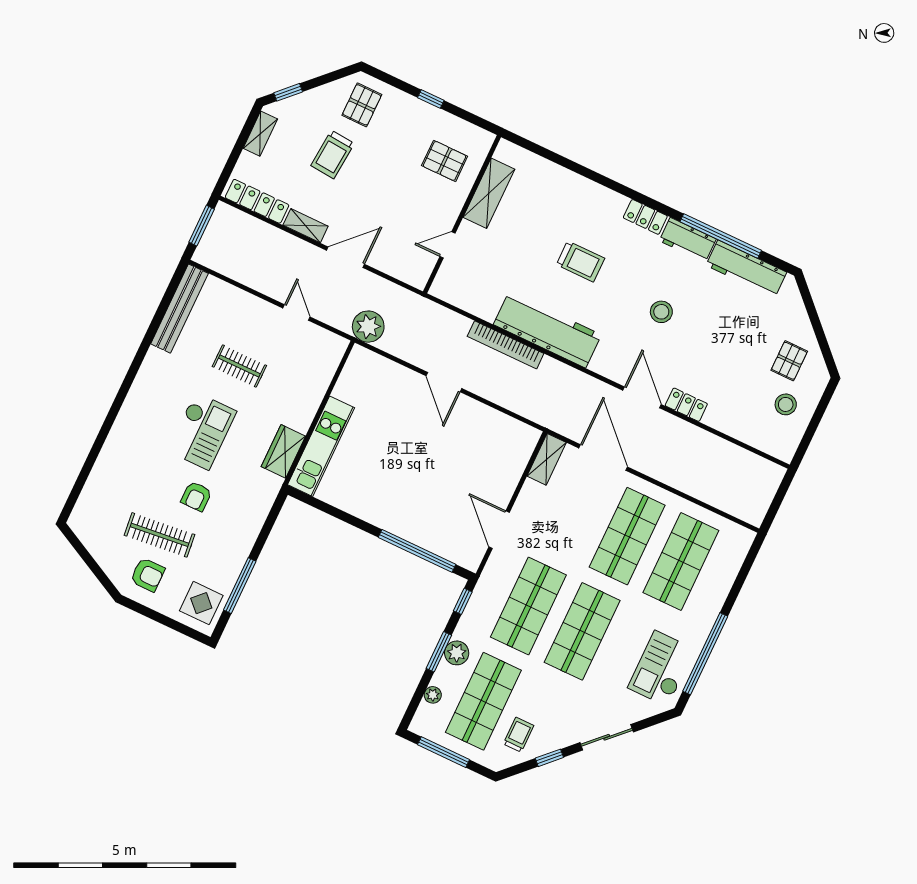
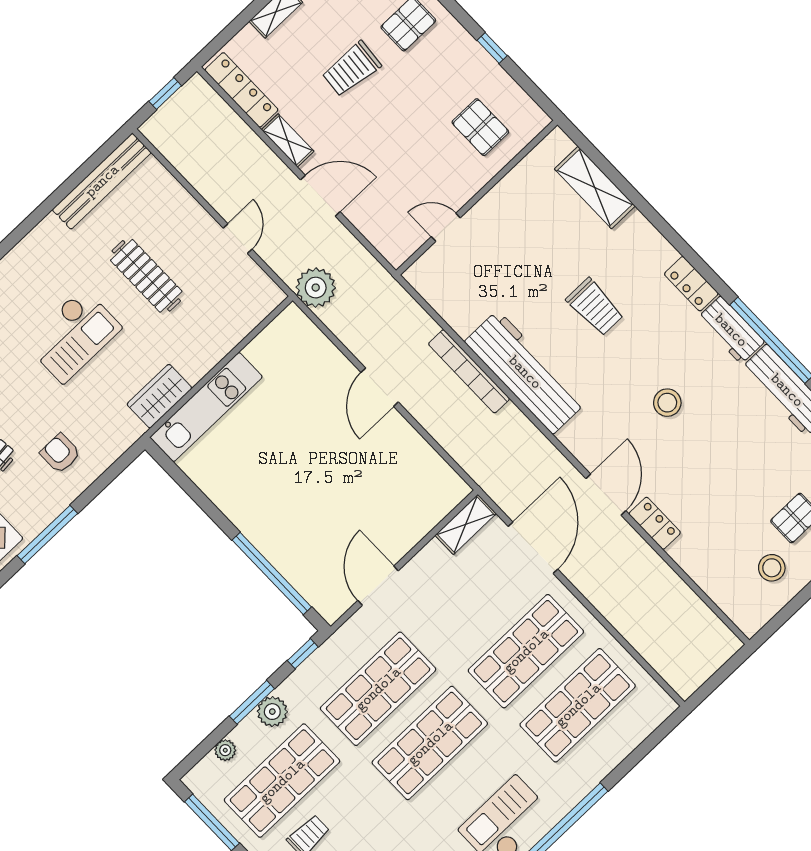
shelving: (489, 193) -> (595, 188), moved, turned 90
window: (202, 226) -> (165, 94), width x0.67
clothes rail: (239, 366) -> (146, 276), width x1.36
armchair: (196, 496) -> (60, 453), moved, turned 90

